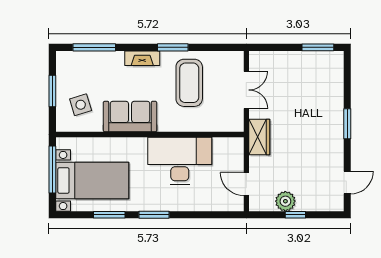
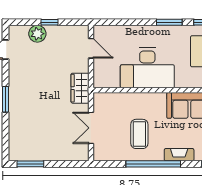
window: (173, 47) -> (153, 164), width x2.11
coffee table: (189, 83) -> (139, 134), width x0.73, depth x0.76
plant: (285, 201) -> (37, 34), moved

